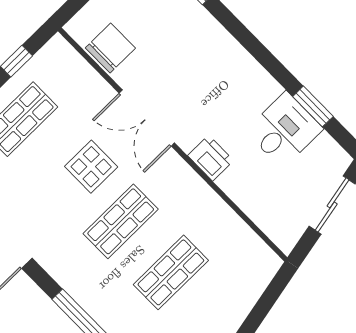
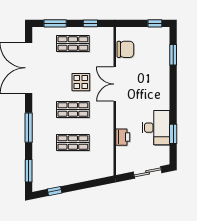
desk: (284, 130) -> (156, 128), width x1.37
printer: (211, 158) -> (123, 137), moved

